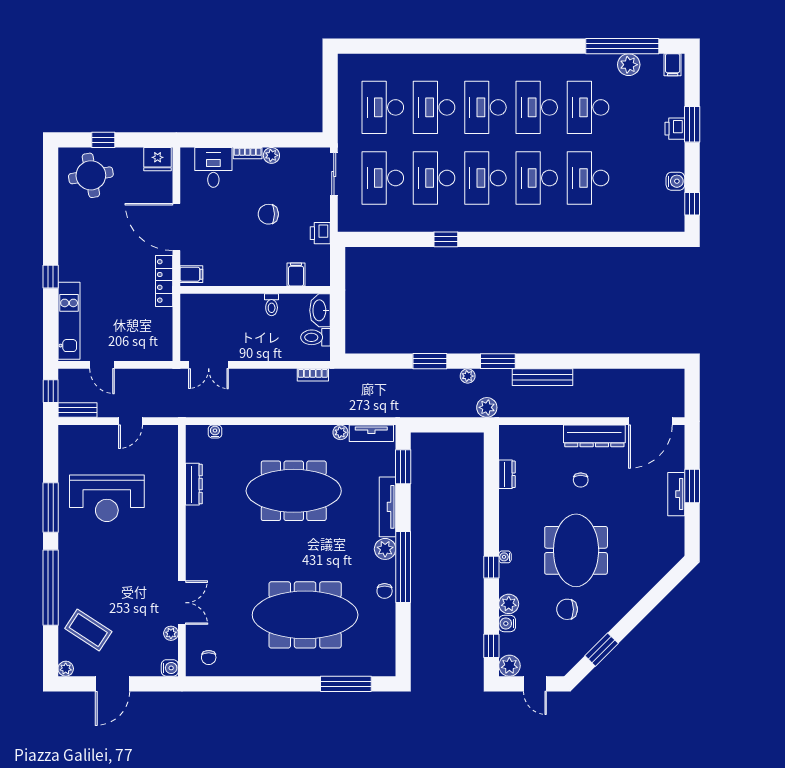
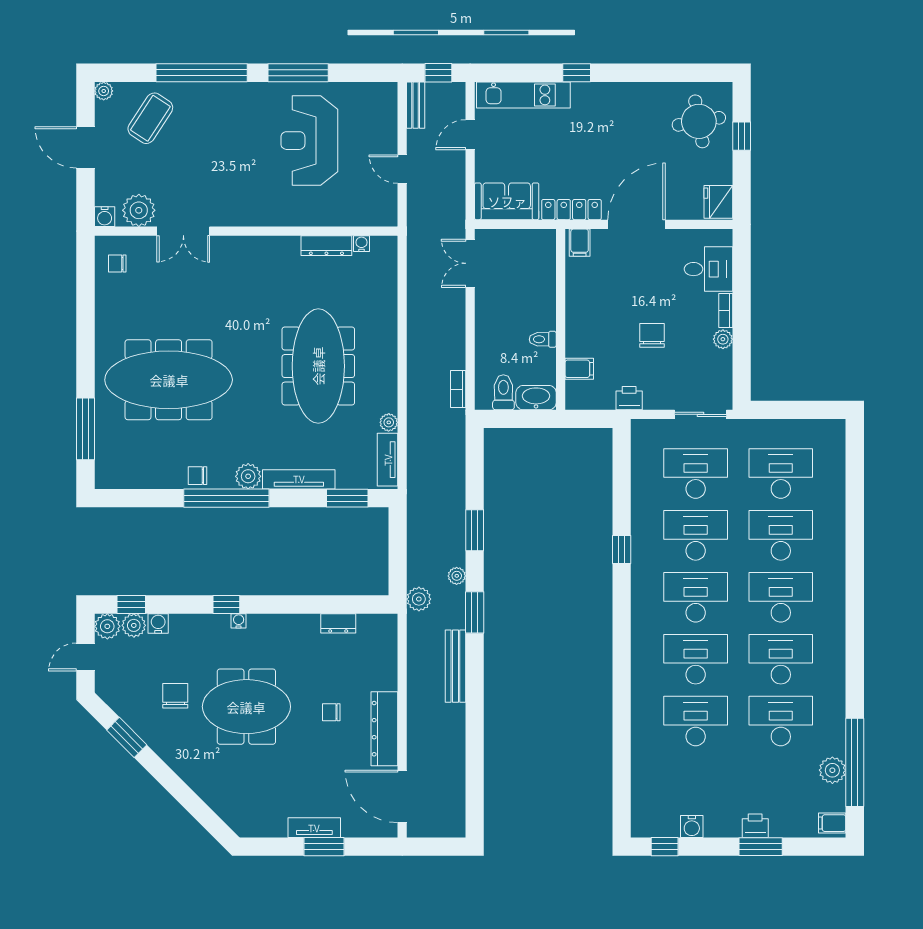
sofa: (157, 335) -> (507, 201), added
water cooler: (215, 432) -> (361, 244), moved, turned -90
plant: (509, 604) -> (134, 625), moved
meeting table: (305, 615) -> (169, 380), turned 90
plant: (171, 633) -> (139, 210), width x1.88, depth x1.88

